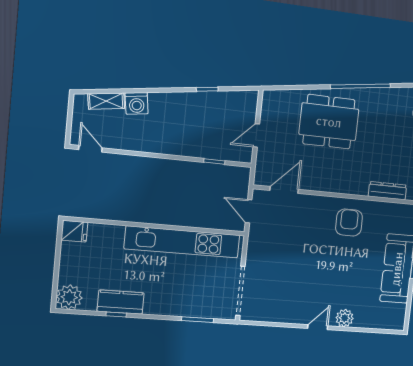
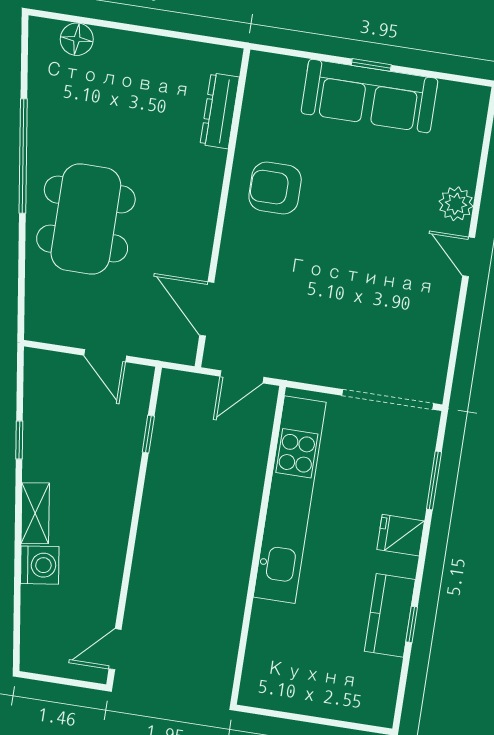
shelving: (106, 101) -> (35, 513), moved
fridge: (74, 231) -> (401, 535), moved, turned -90
plant: (69, 297) -> (374, 703), removed

